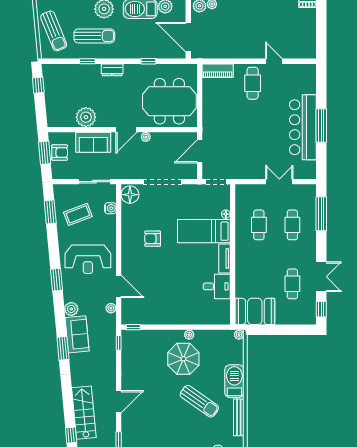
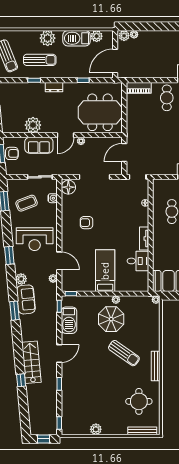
door: (188, 37) -> (115, 61), hinge flipped
bed: (204, 231) -> (105, 271), moved, turned 90
barbecue: (234, 381) -> (69, 320), moved, turned 180

